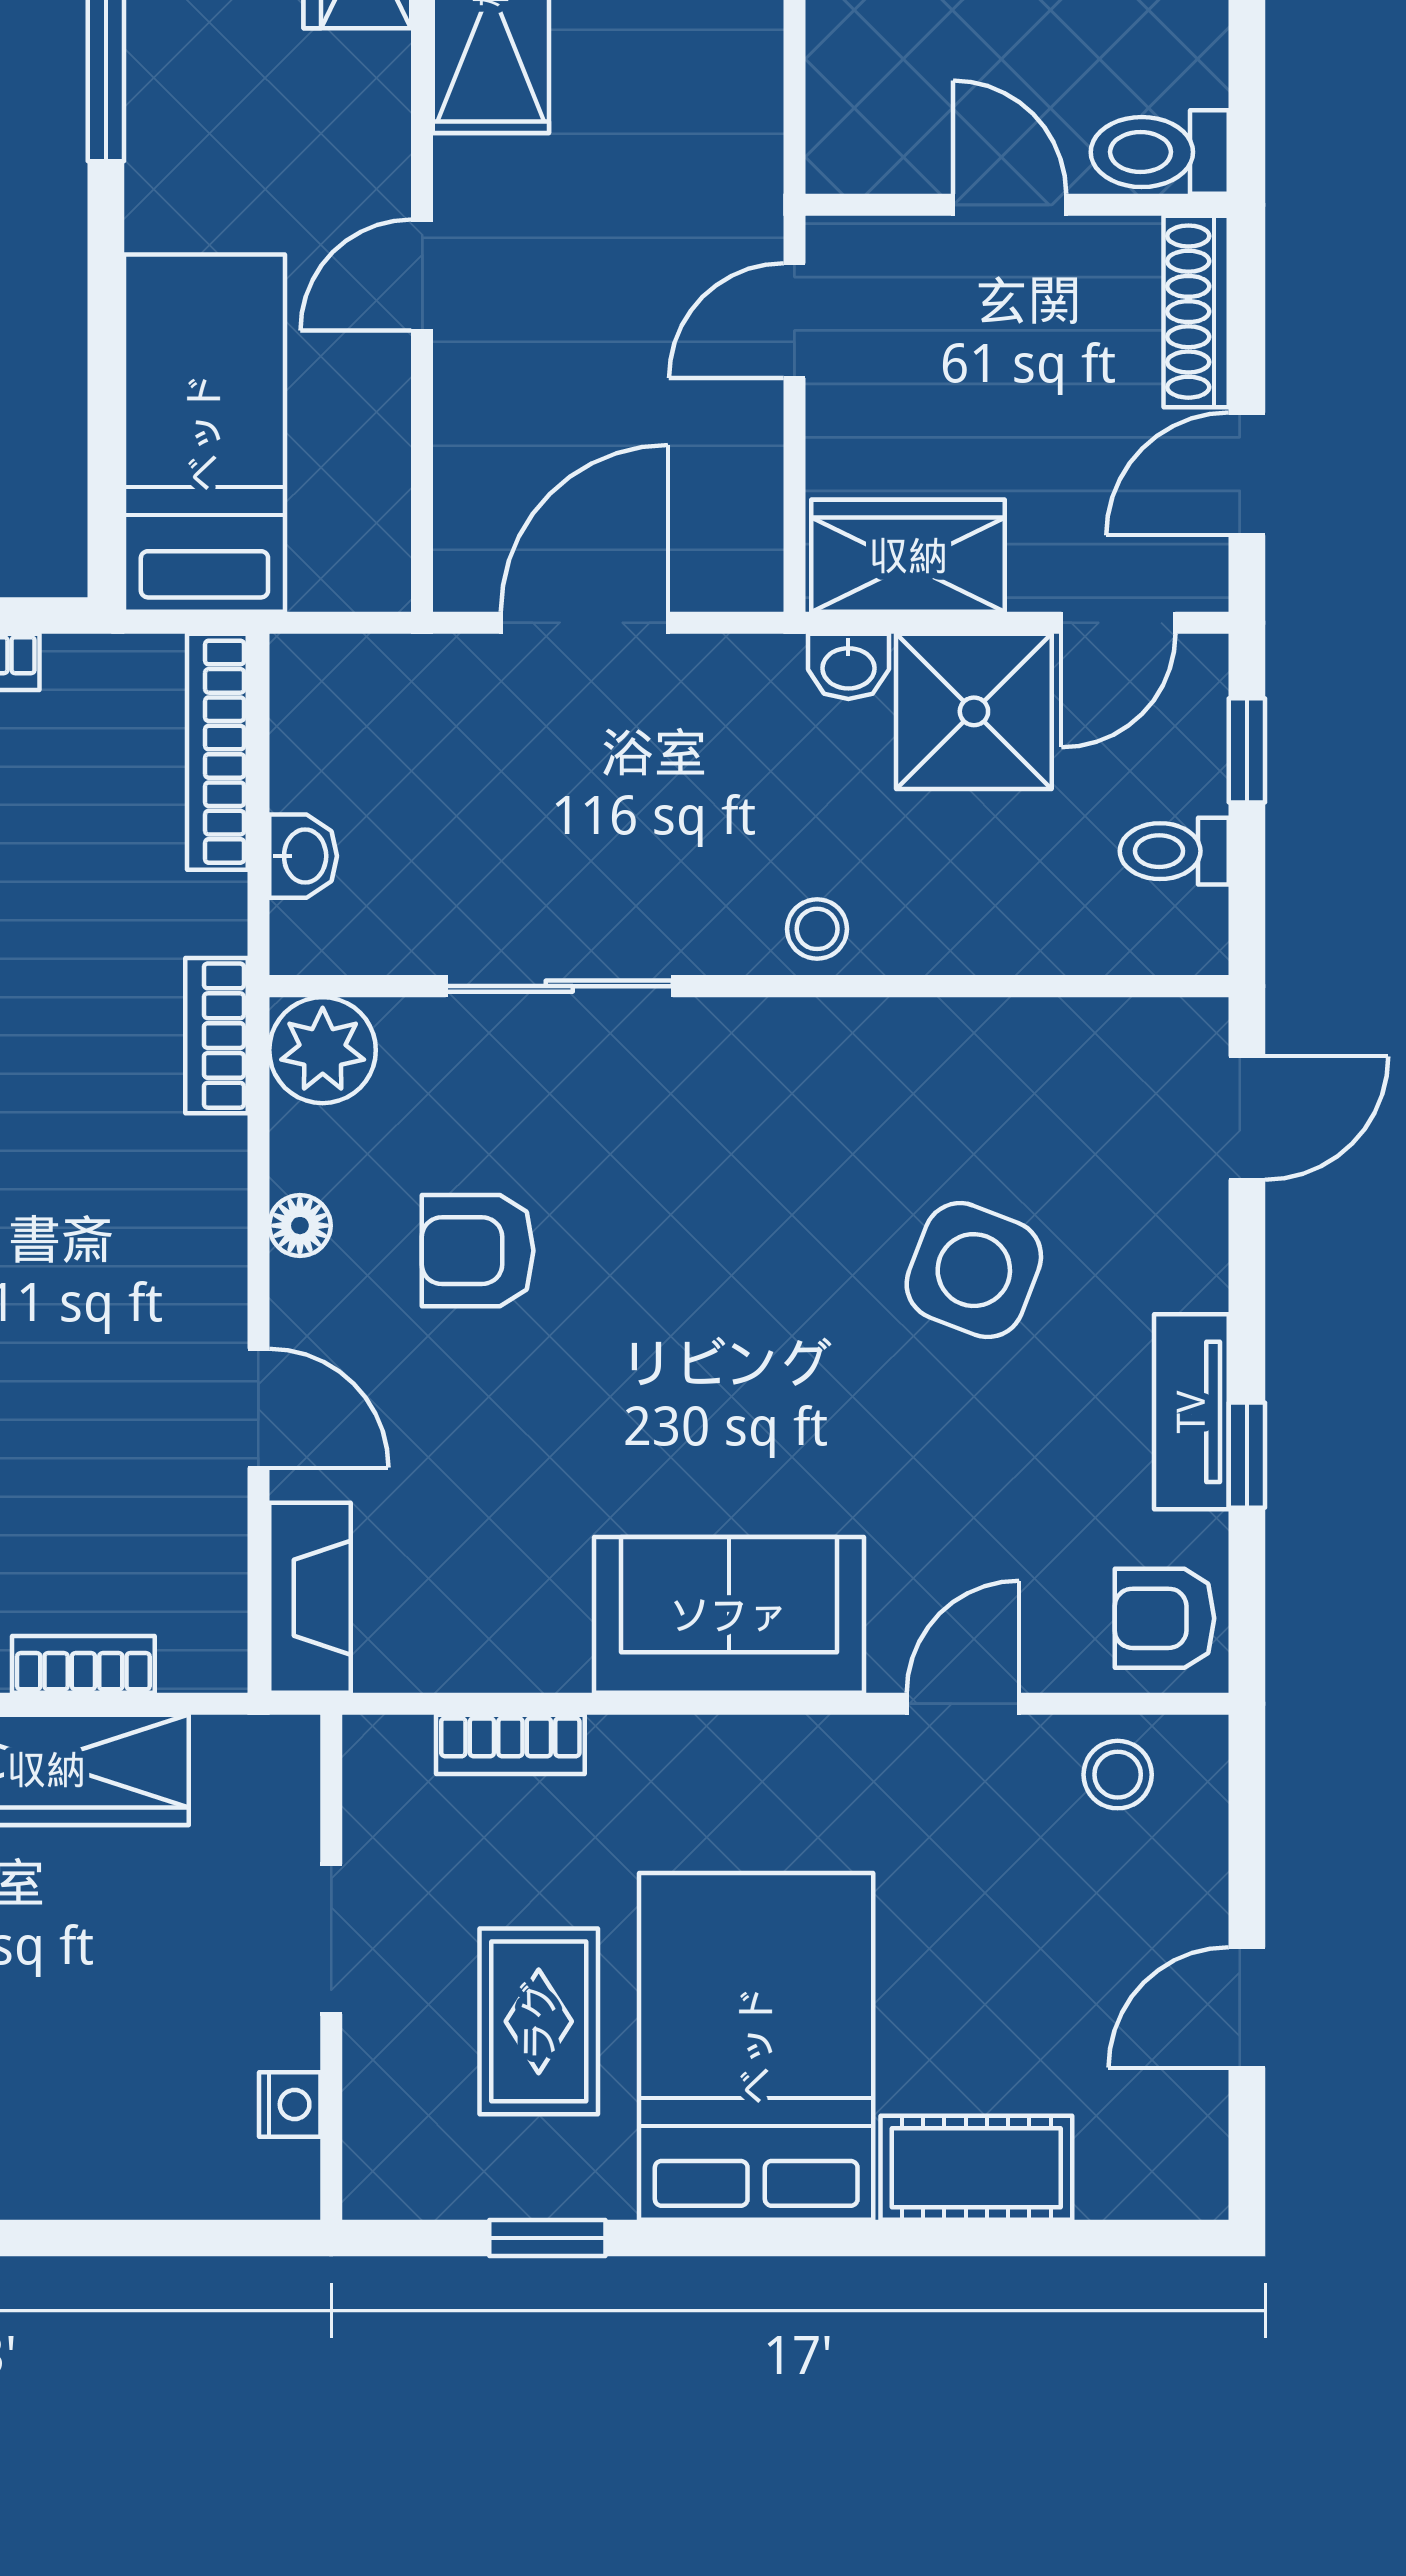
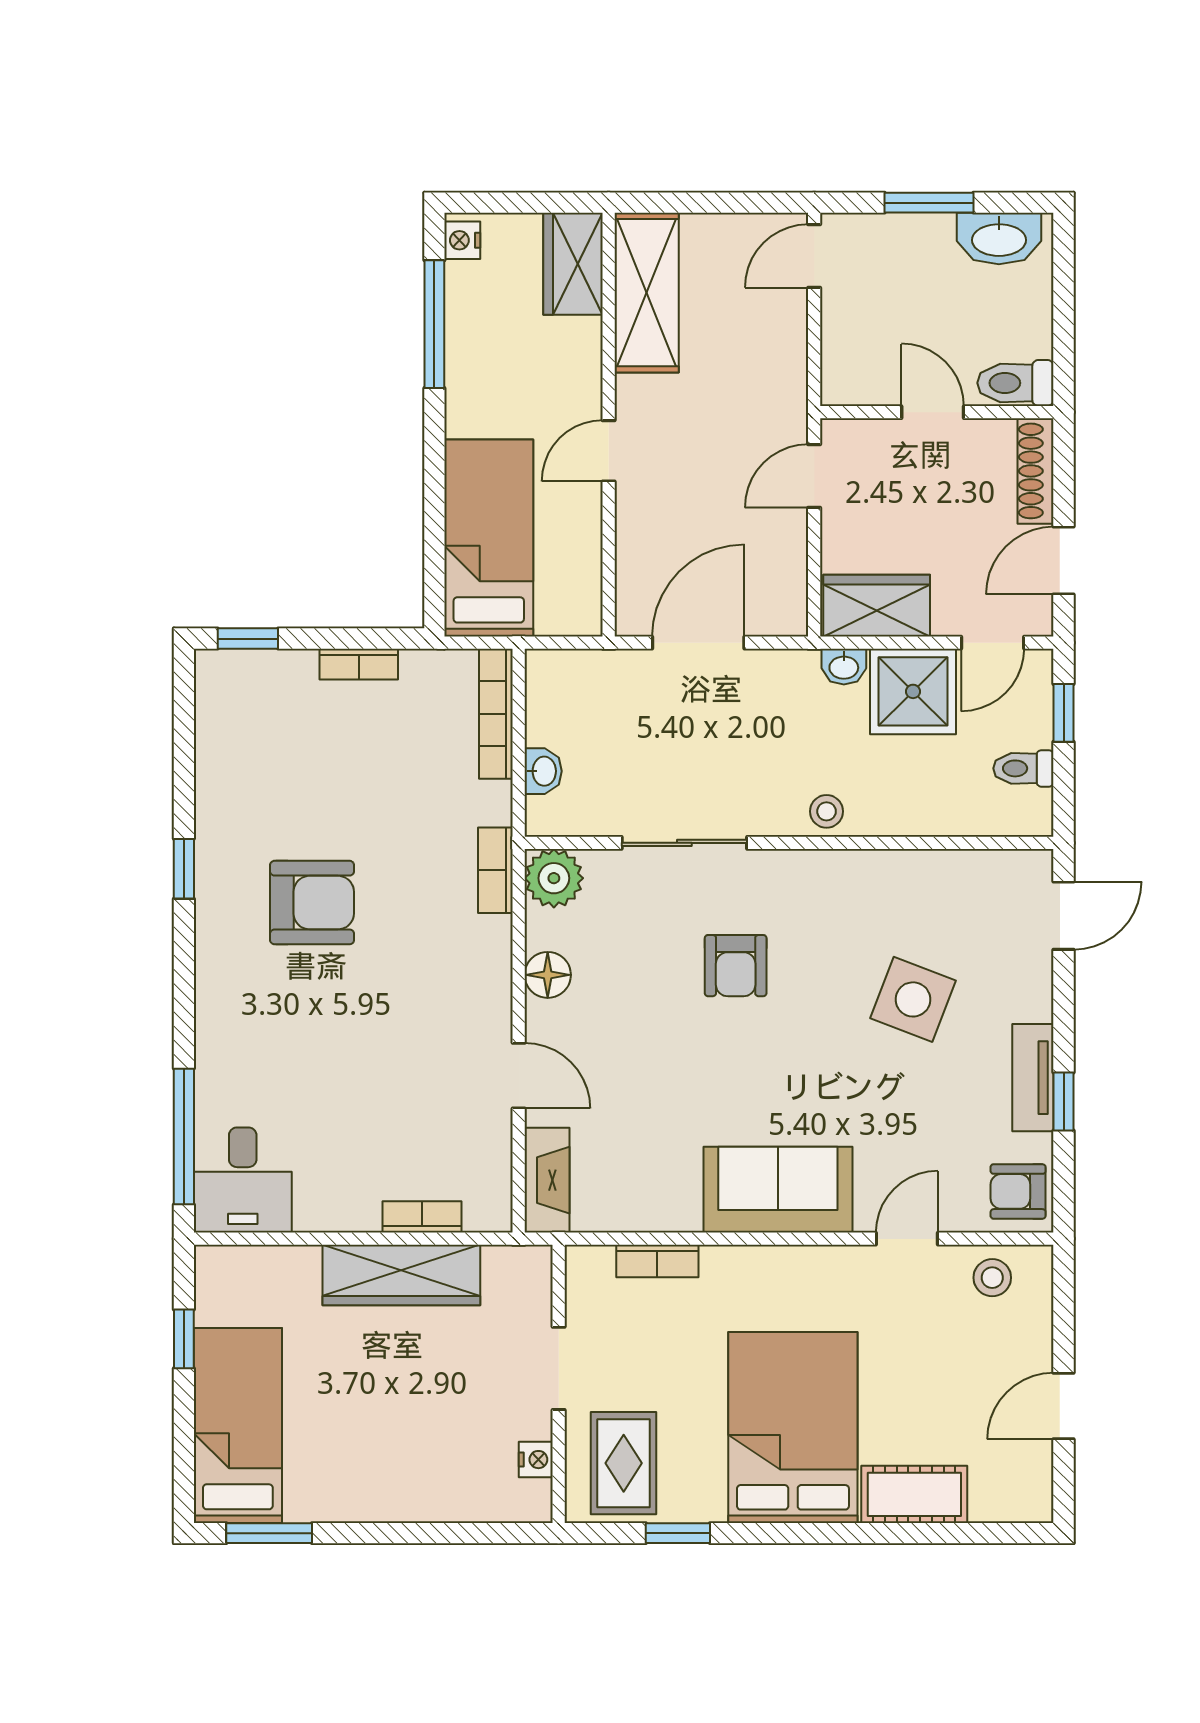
floor lamp: (300, 1226) -> (548, 975), width x1.37, depth x1.37
armchair: (478, 1251) -> (736, 966), moved, turned -90
rug: (539, 2021) -> (624, 1463), moved

